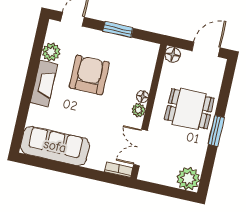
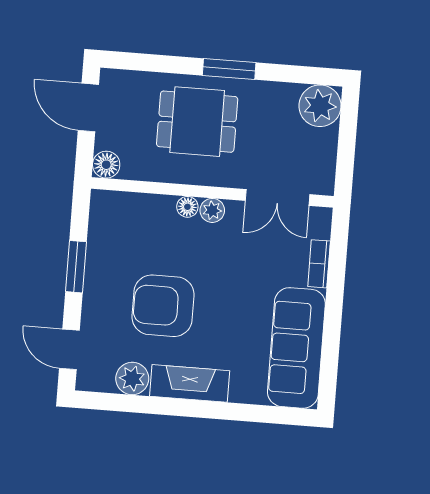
dining table: (189, 109) -> (197, 122), turned 90
bookcase: (119, 170) -> (319, 264), moved

